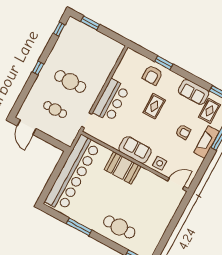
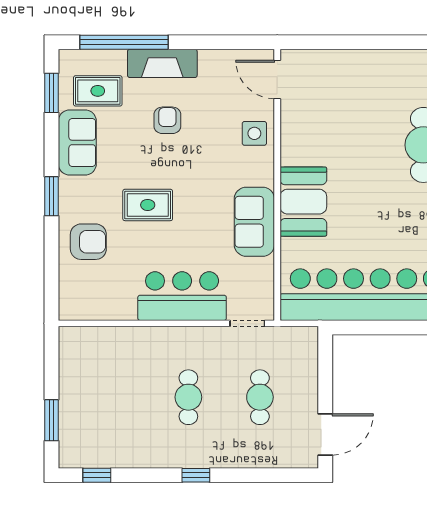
window: (164, 63) -> (51, 196), moved
cafe table: (70, 81) -> (188, 397), width x0.73, depth x0.74
sofa: (135, 150) -> (254, 222), moved

